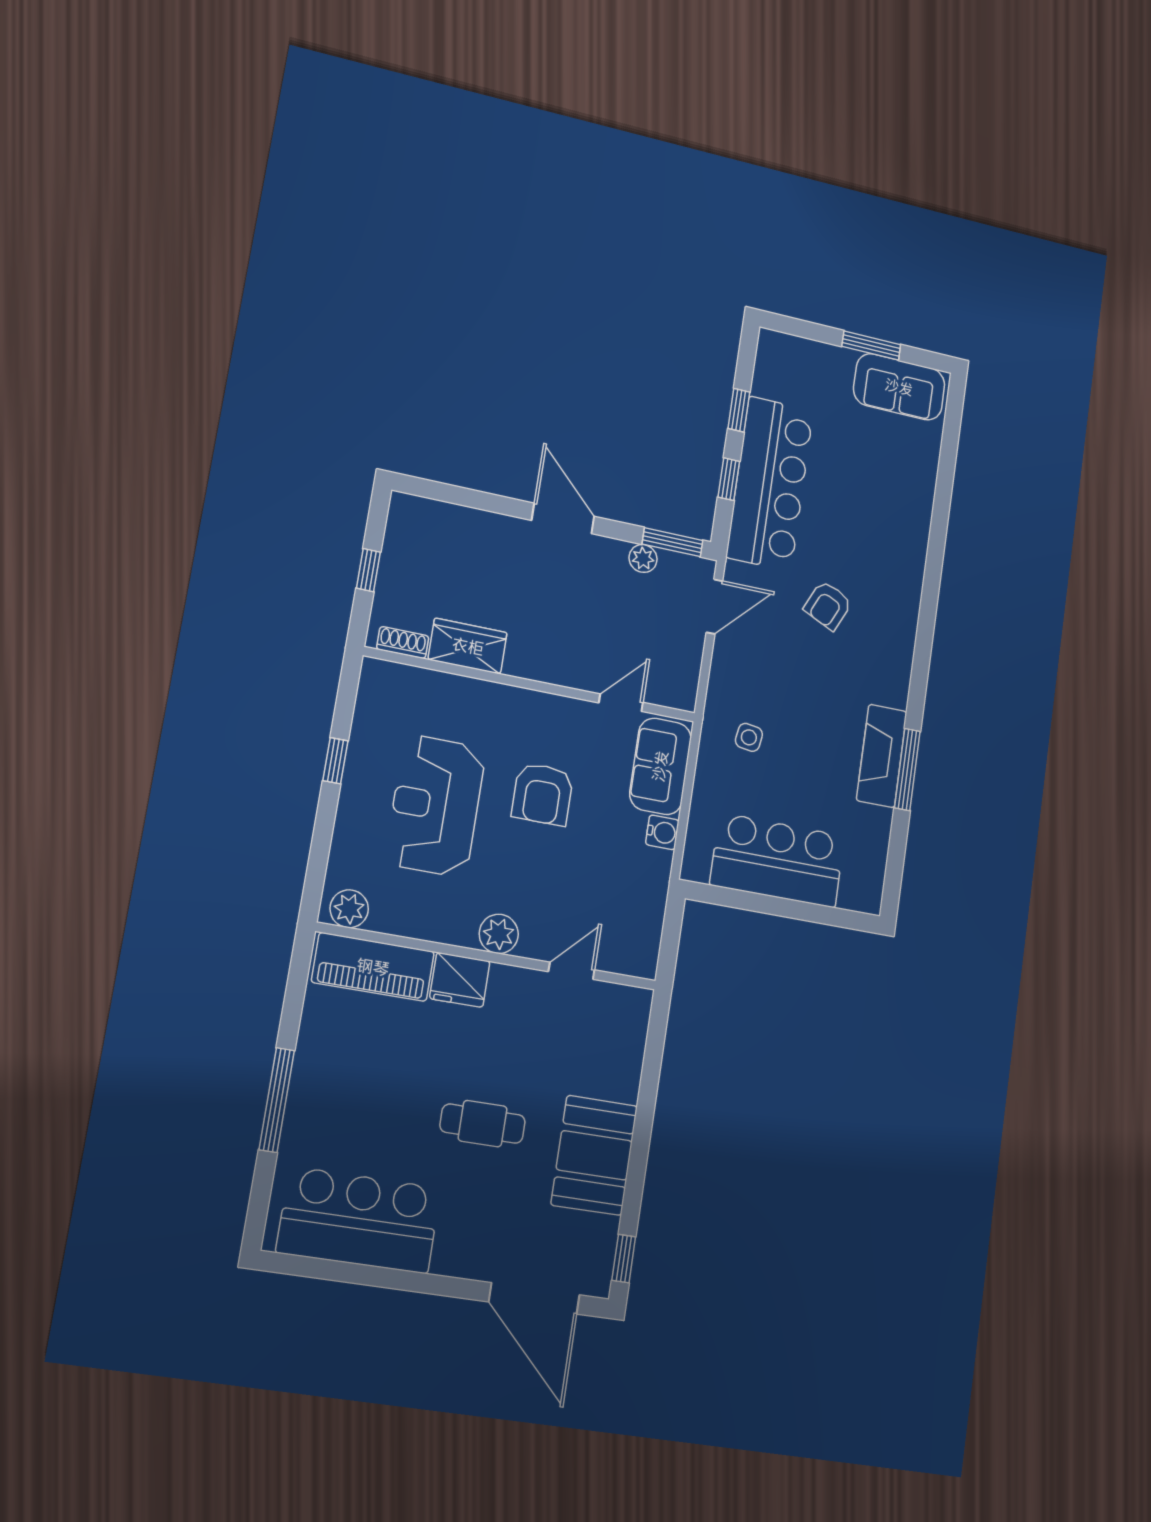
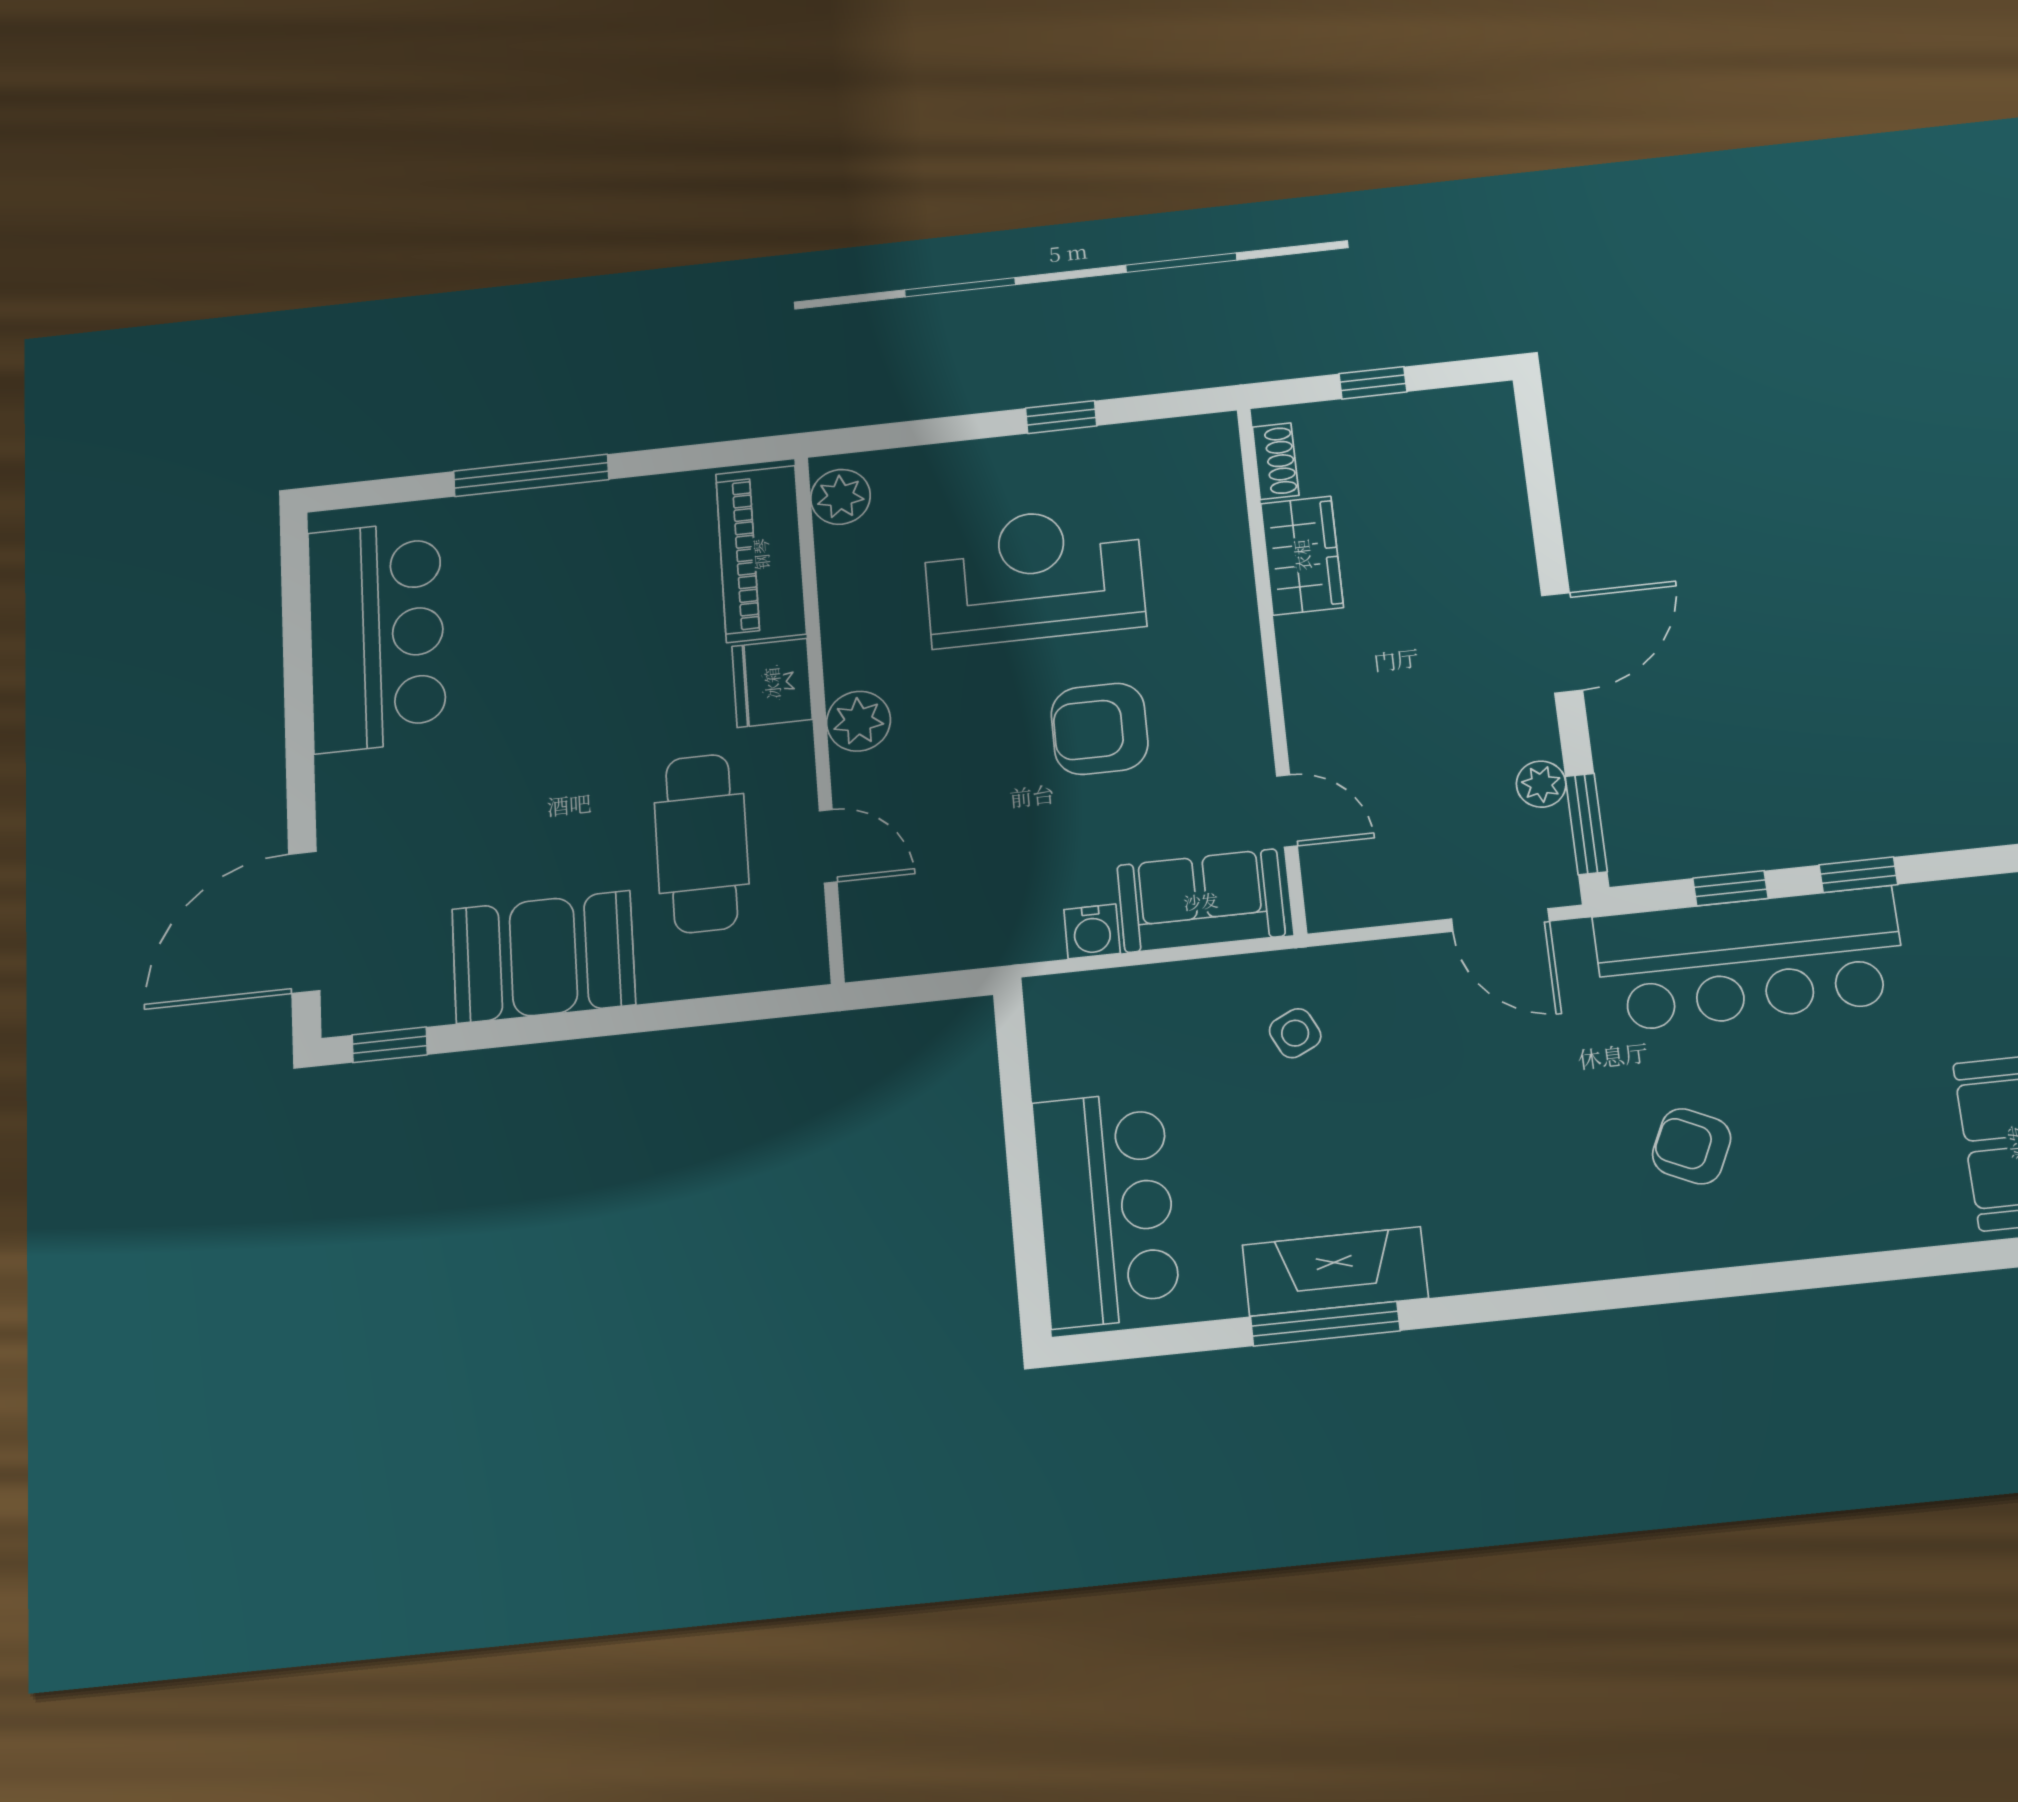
armchair: (828, 605) -> (1692, 1146), moved
side table: (749, 737) -> (1295, 1033), turned -35
bar counter: (777, 860) -> (1106, 1209), moved
cafe table: (483, 1124) -> (702, 843), moved, width x1.37, depth x1.35

